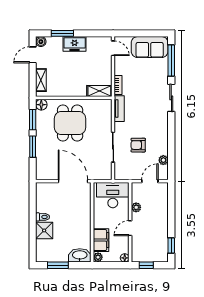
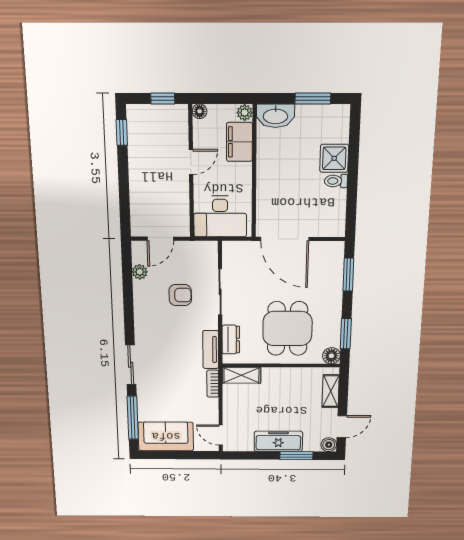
freezer: (75, 44) -> (278, 441), width x1.40
dresser: (106, 115) -> (231, 340), added
window: (33, 147) -> (348, 275), moved
plant: (136, 207) -> (182, 196), removed

